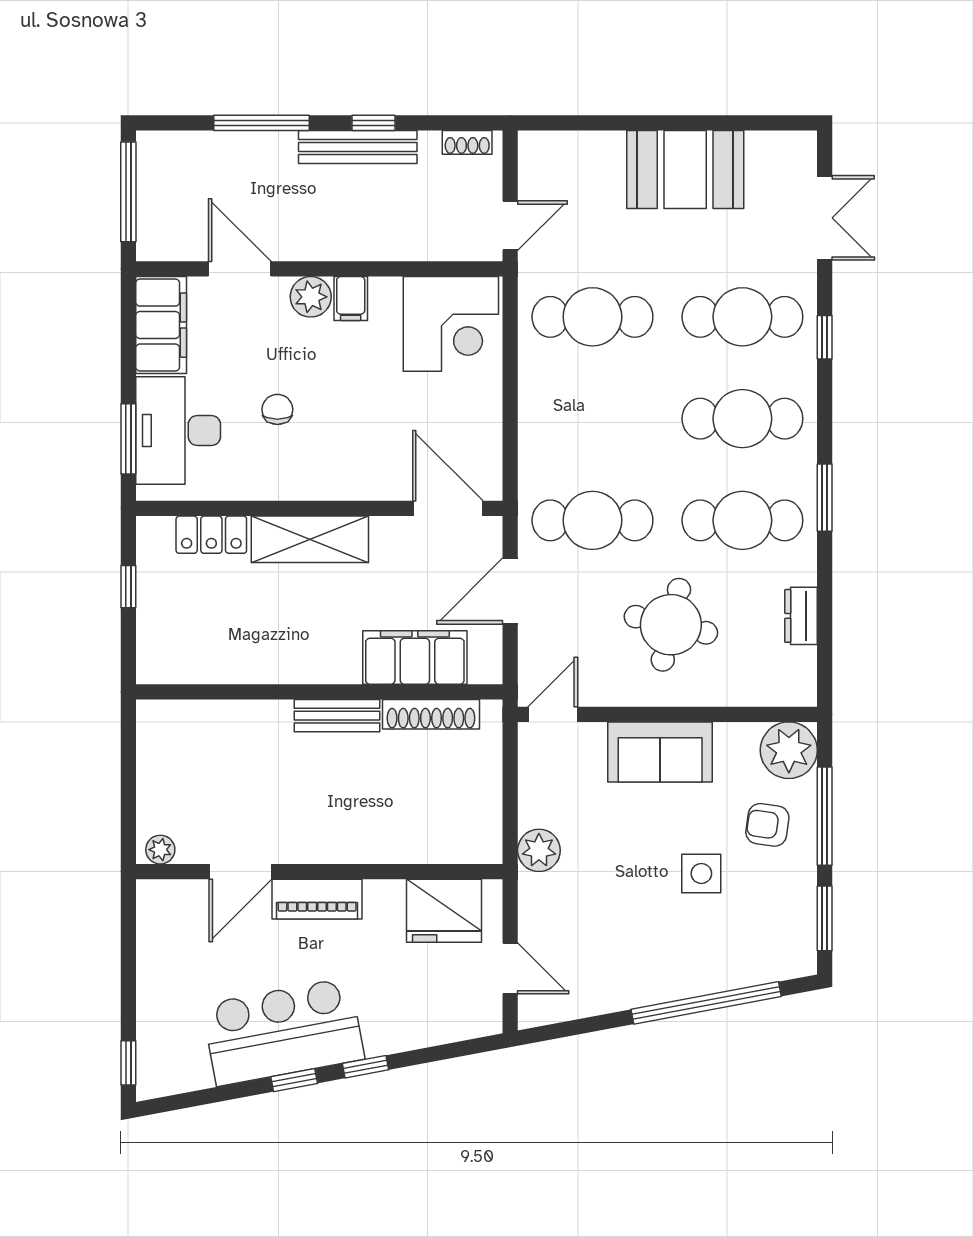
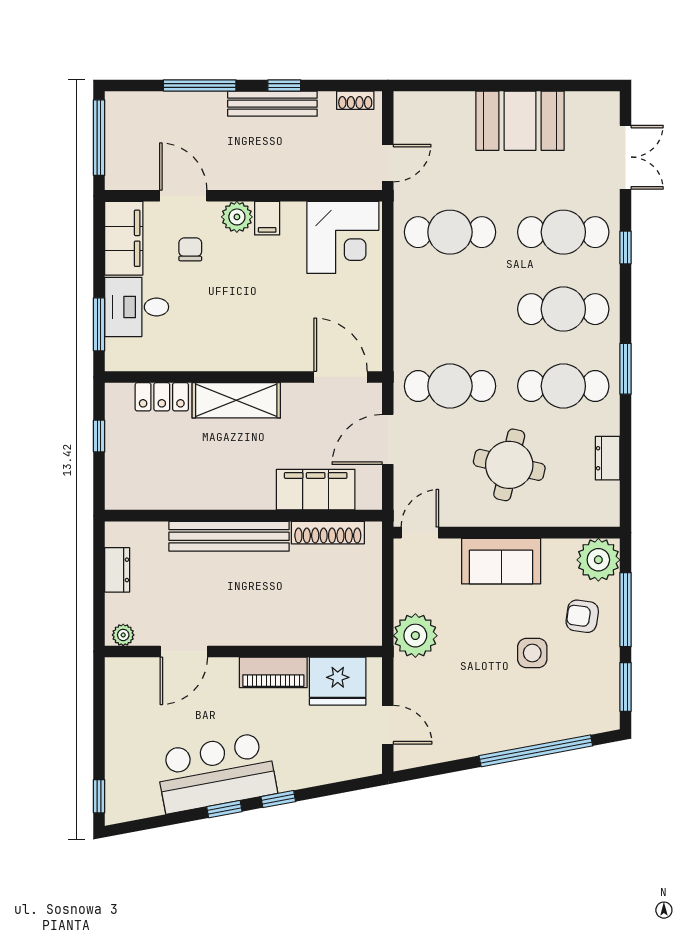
chair: (277, 409) -> (190, 249), moved
desk: (178, 430) -> (137, 307), width x0.73
bench: (337, 716) -> (229, 536), width x1.86, depth x1.21
dresser: (152, 764) -> (117, 570), added
plant: (539, 850) -> (415, 636), width x1.36, depth x1.36
piano: (317, 899) -> (273, 672), moved

